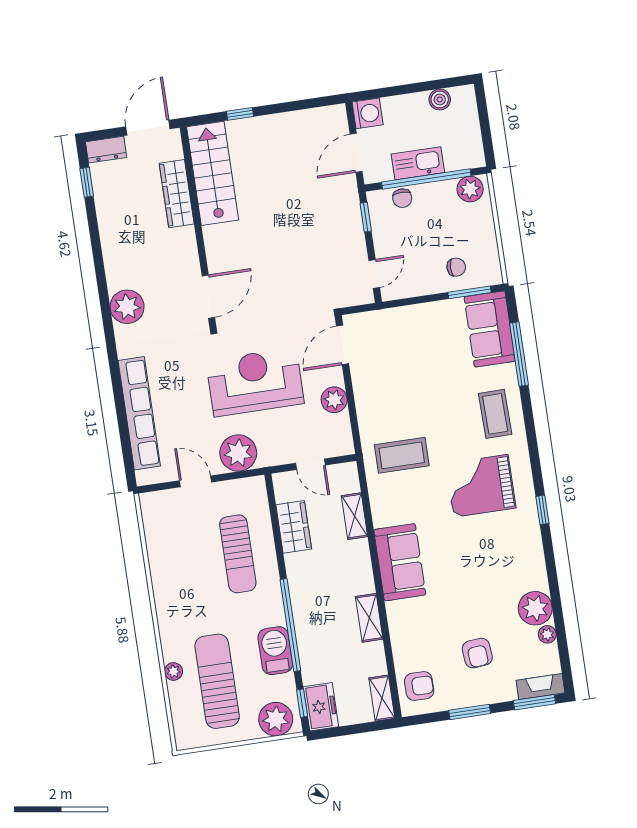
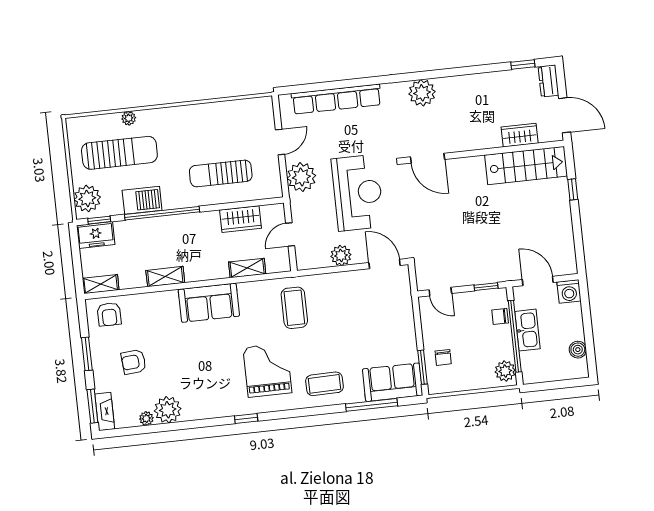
wardrobe: (177, 194) -> (520, 135), width x0.67

